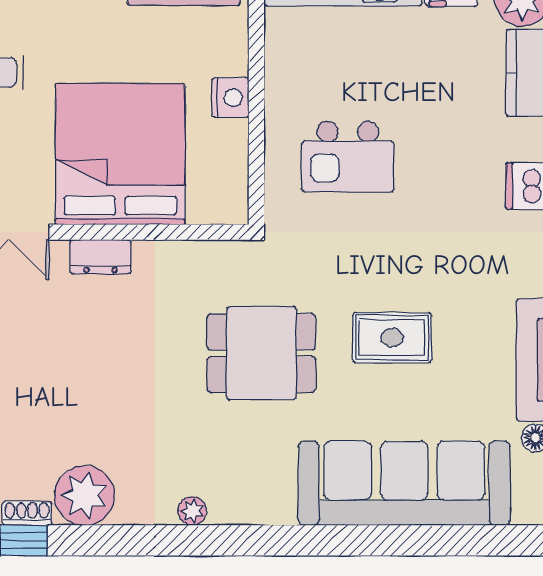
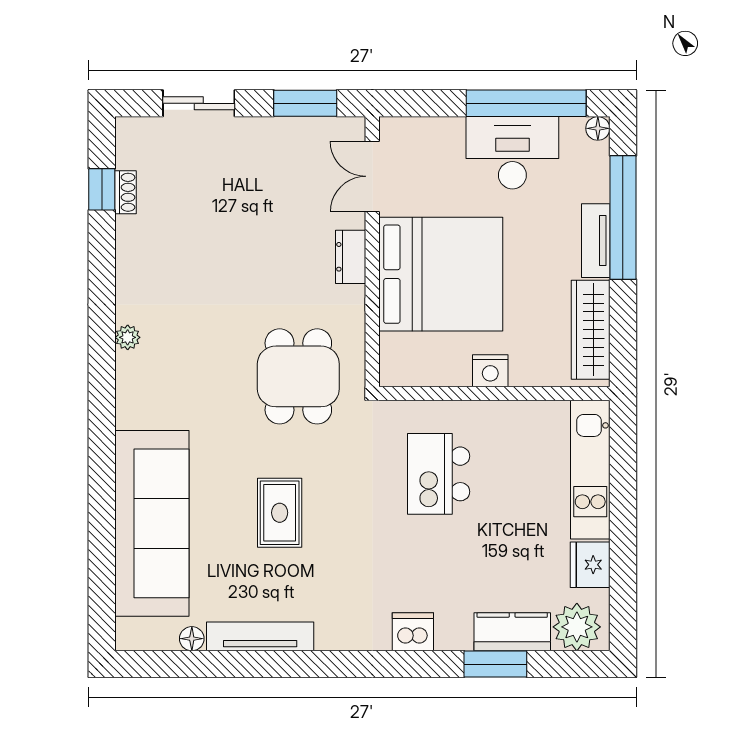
dining table: (261, 353) -> (298, 376), moved
plant: (85, 495) -> (141, 243), removed

